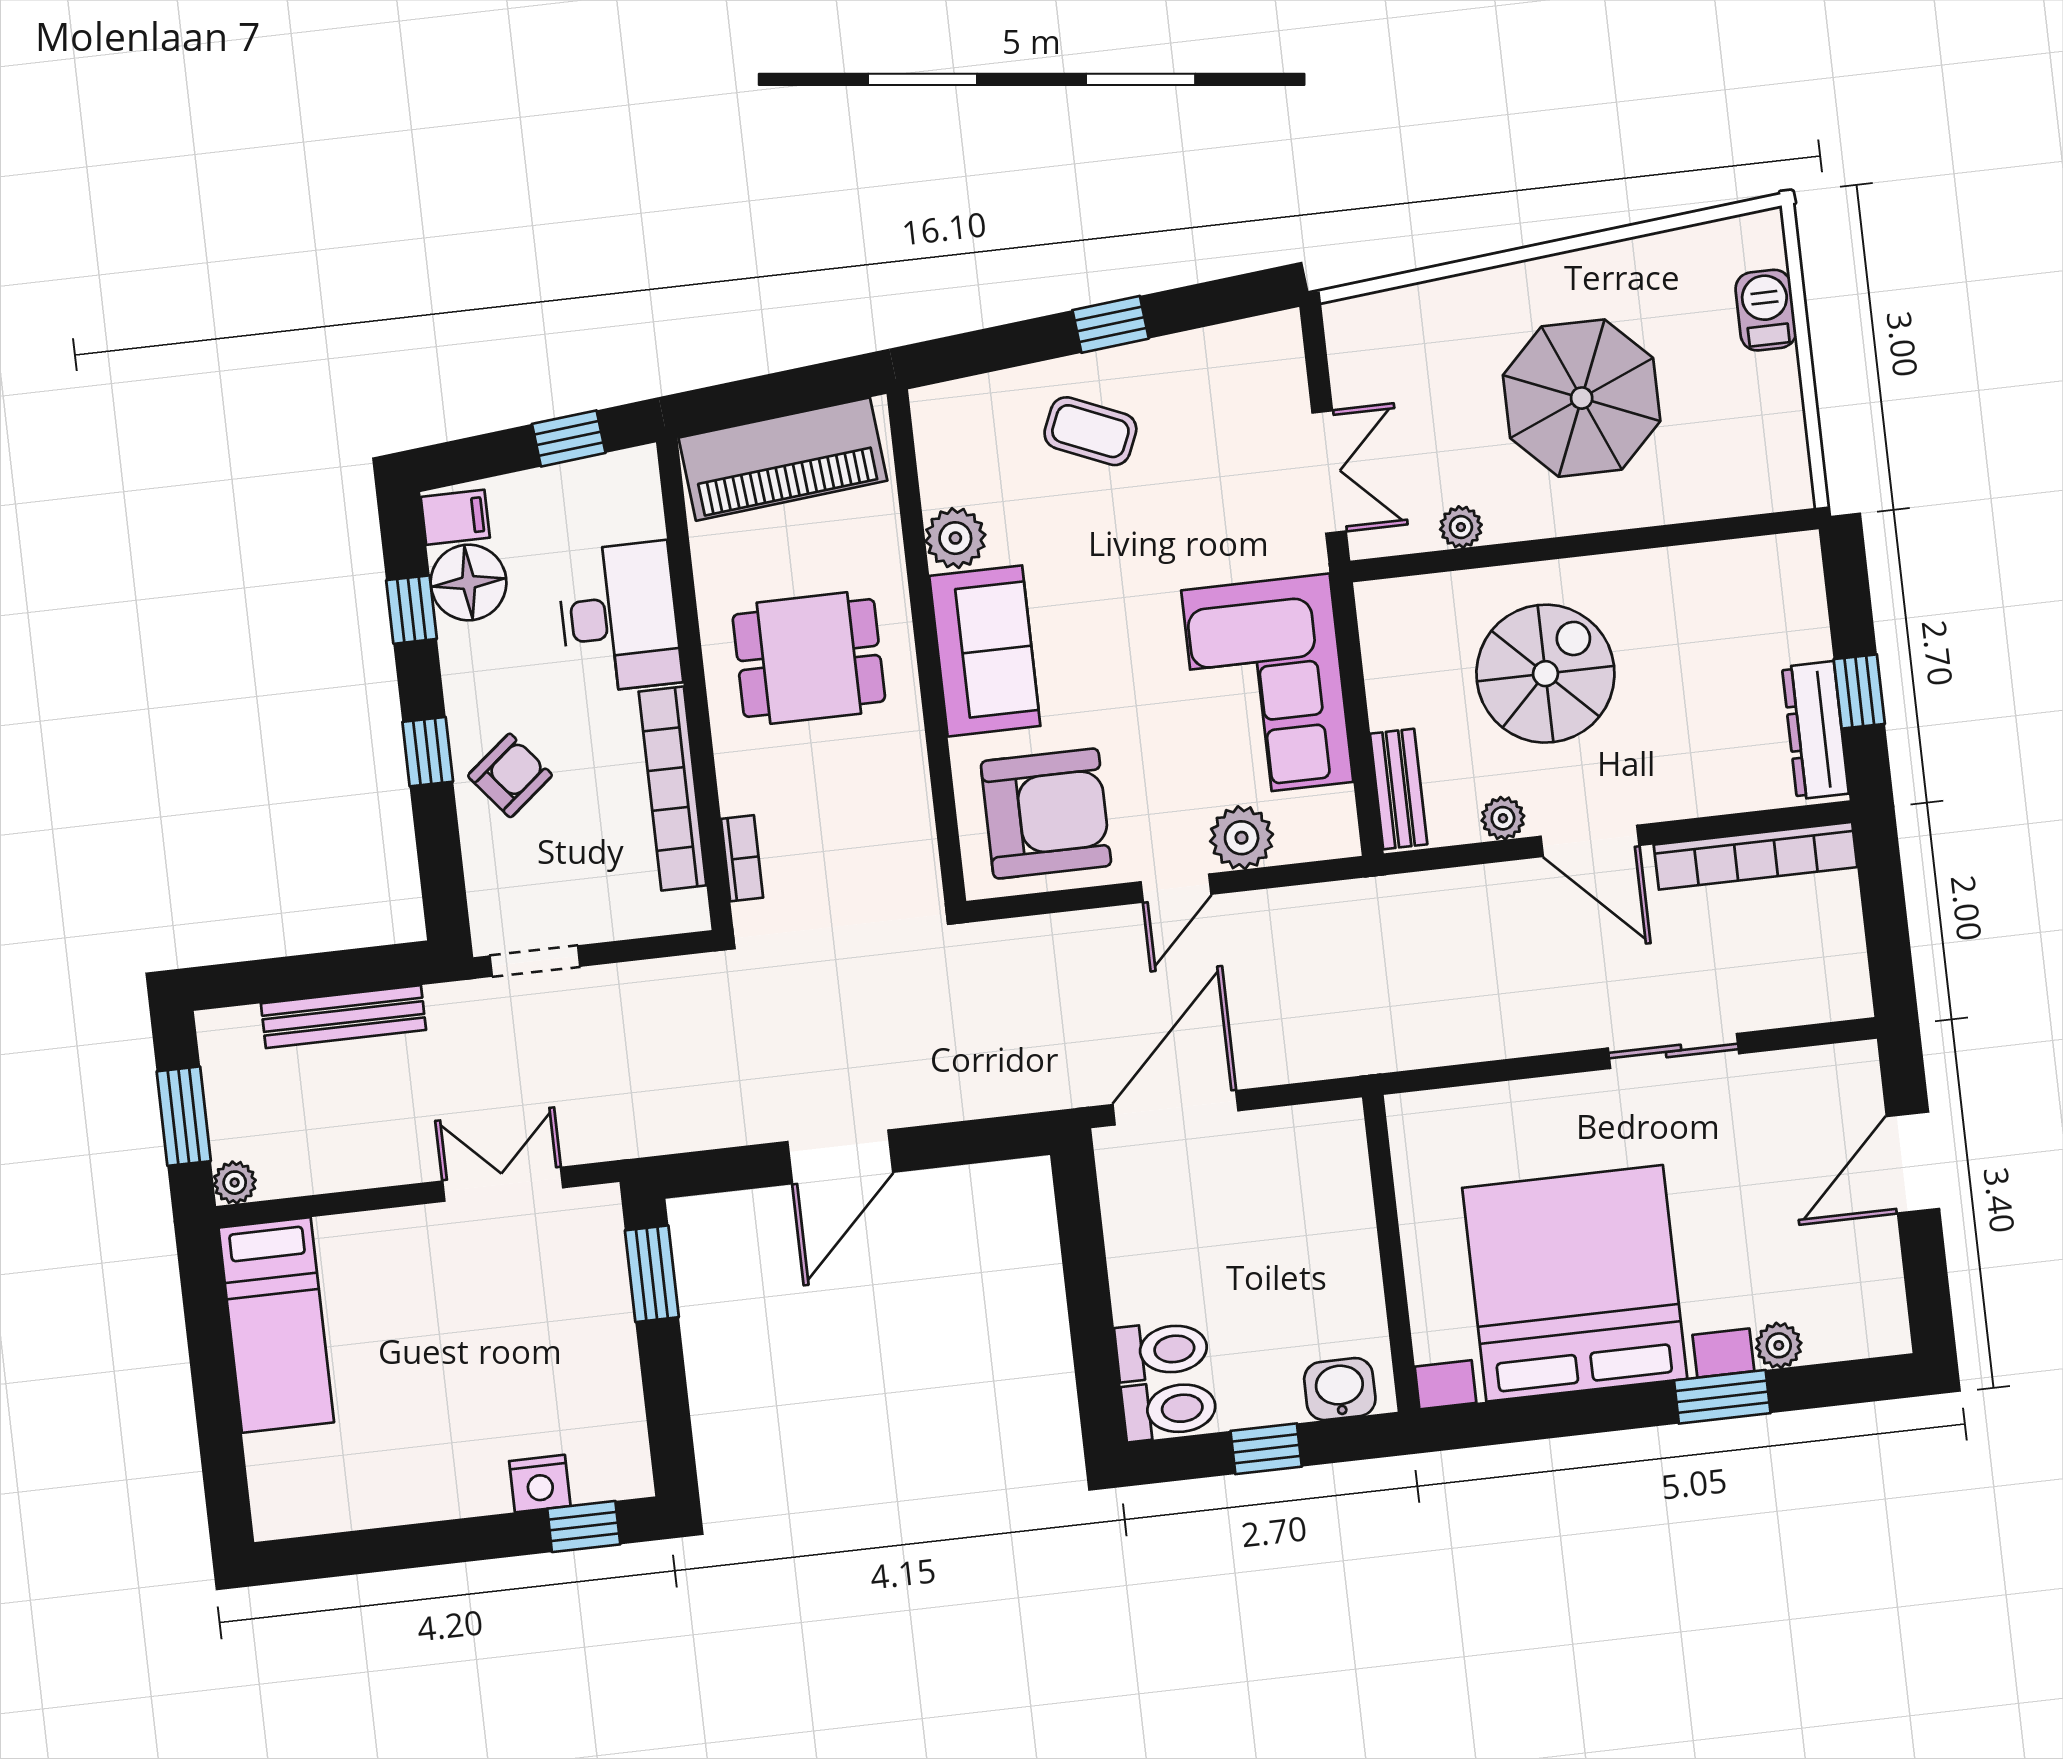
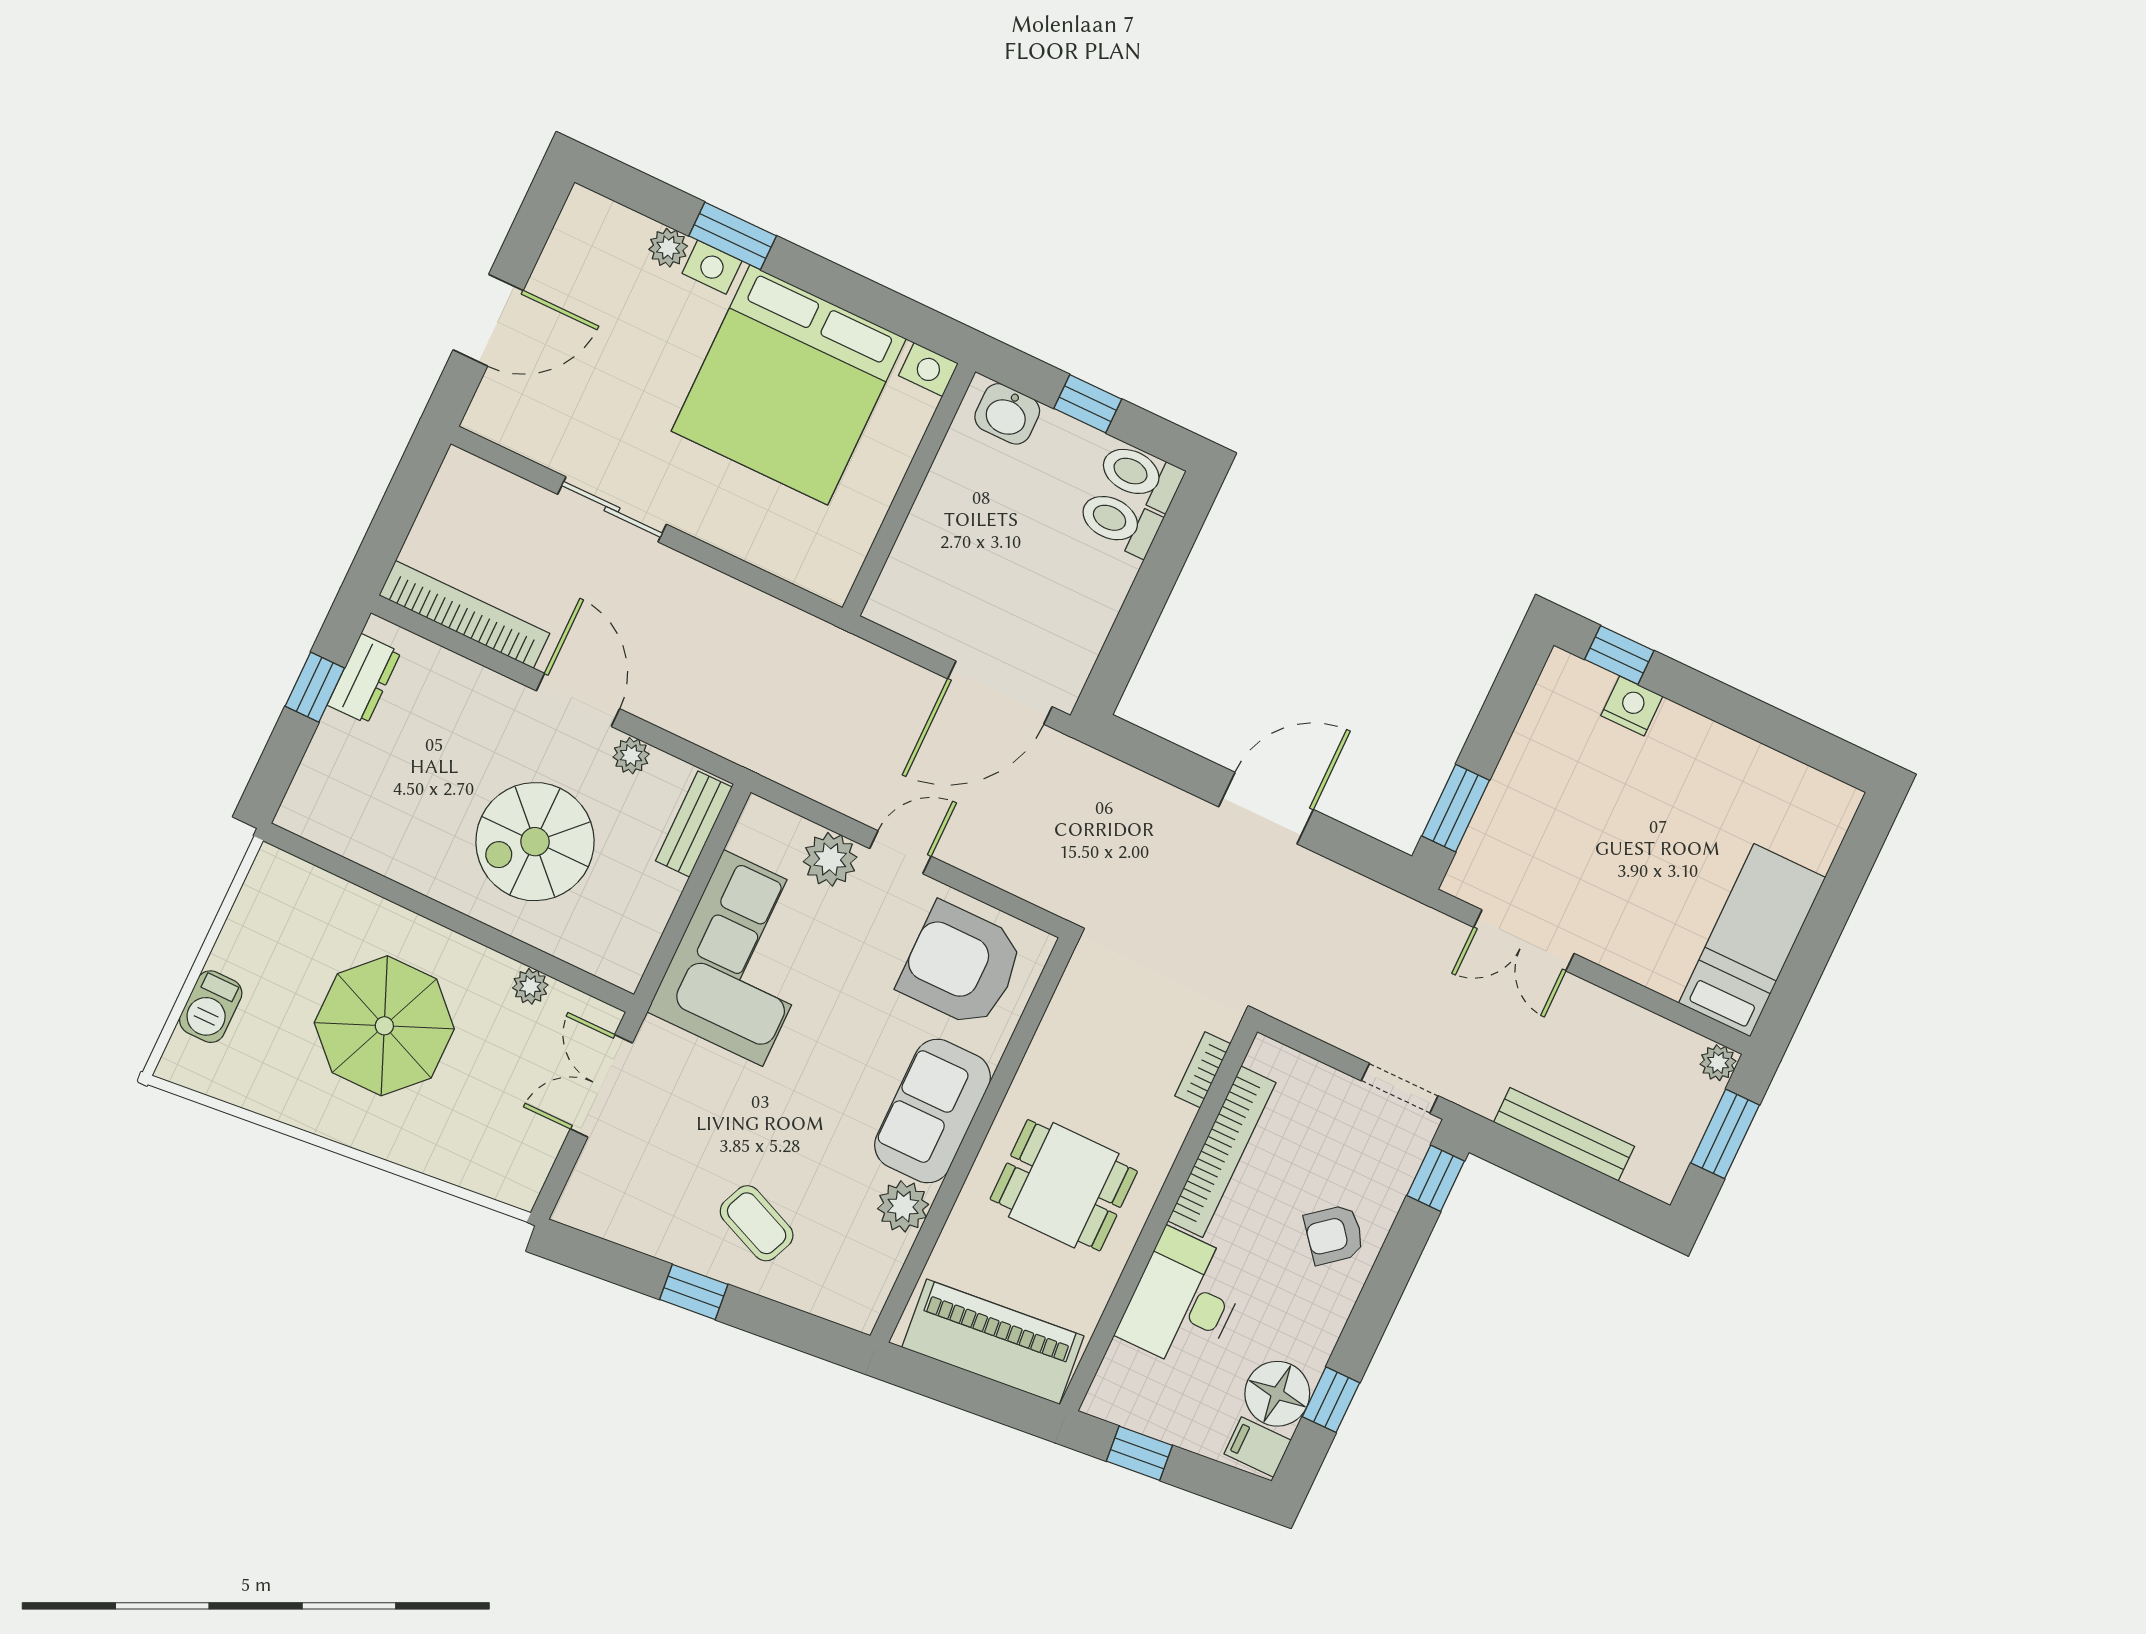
dresser: (1815, 730) -> (364, 679), width x0.70
window: (428, 752) -> (1436, 1178), moved

